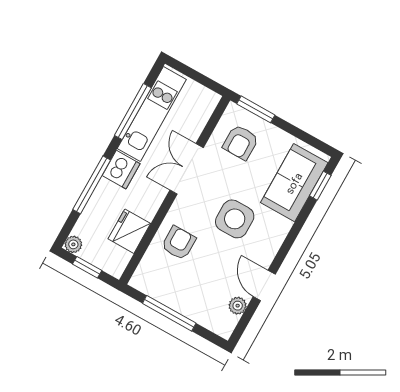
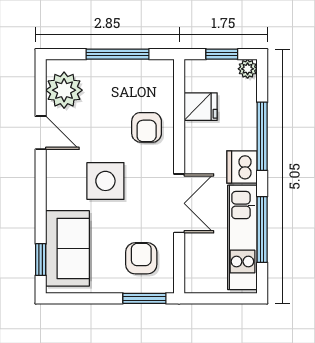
fridge: (129, 231) -> (201, 107), width x0.72
plant: (238, 306) -> (64, 90), width x1.88, depth x1.88

